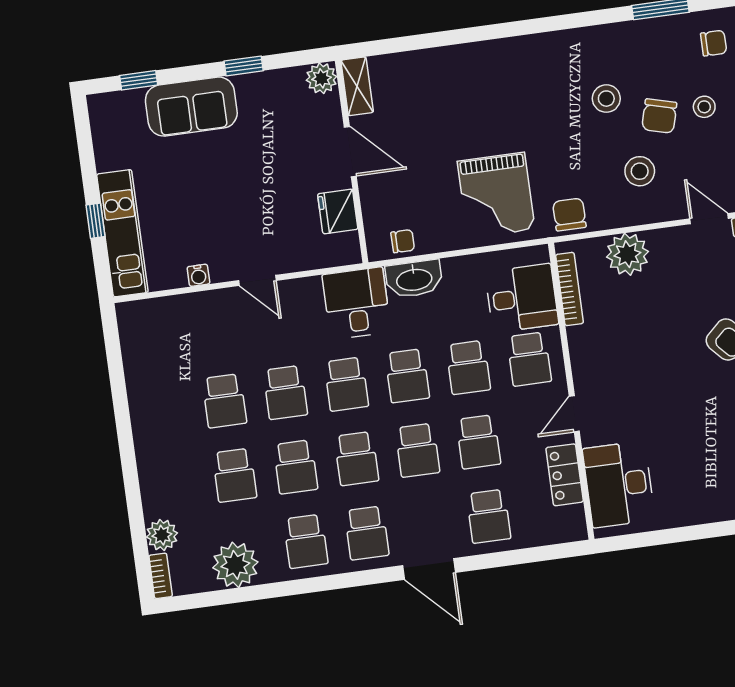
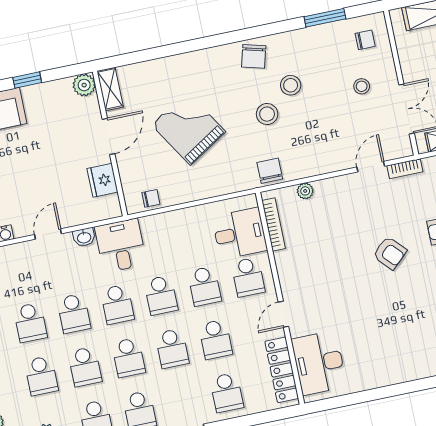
chair: (659, 116) -> (254, 56), moved
door: (350, 152) -> (109, 136), hinge flipped
stool: (640, 171) -> (267, 114), moved
grand piano: (496, 195) -> (189, 128), moved, turned 148
door: (709, 219) -> (371, 167), hinge flipped
plant: (627, 254) -> (305, 191), width x0.53, depth x0.53
washbasin: (414, 279) -> (84, 237), moved, width x0.52, depth x0.69
door: (257, 280) -> (48, 234), swing flipped
locker: (565, 475) -> (282, 370), width x1.53

